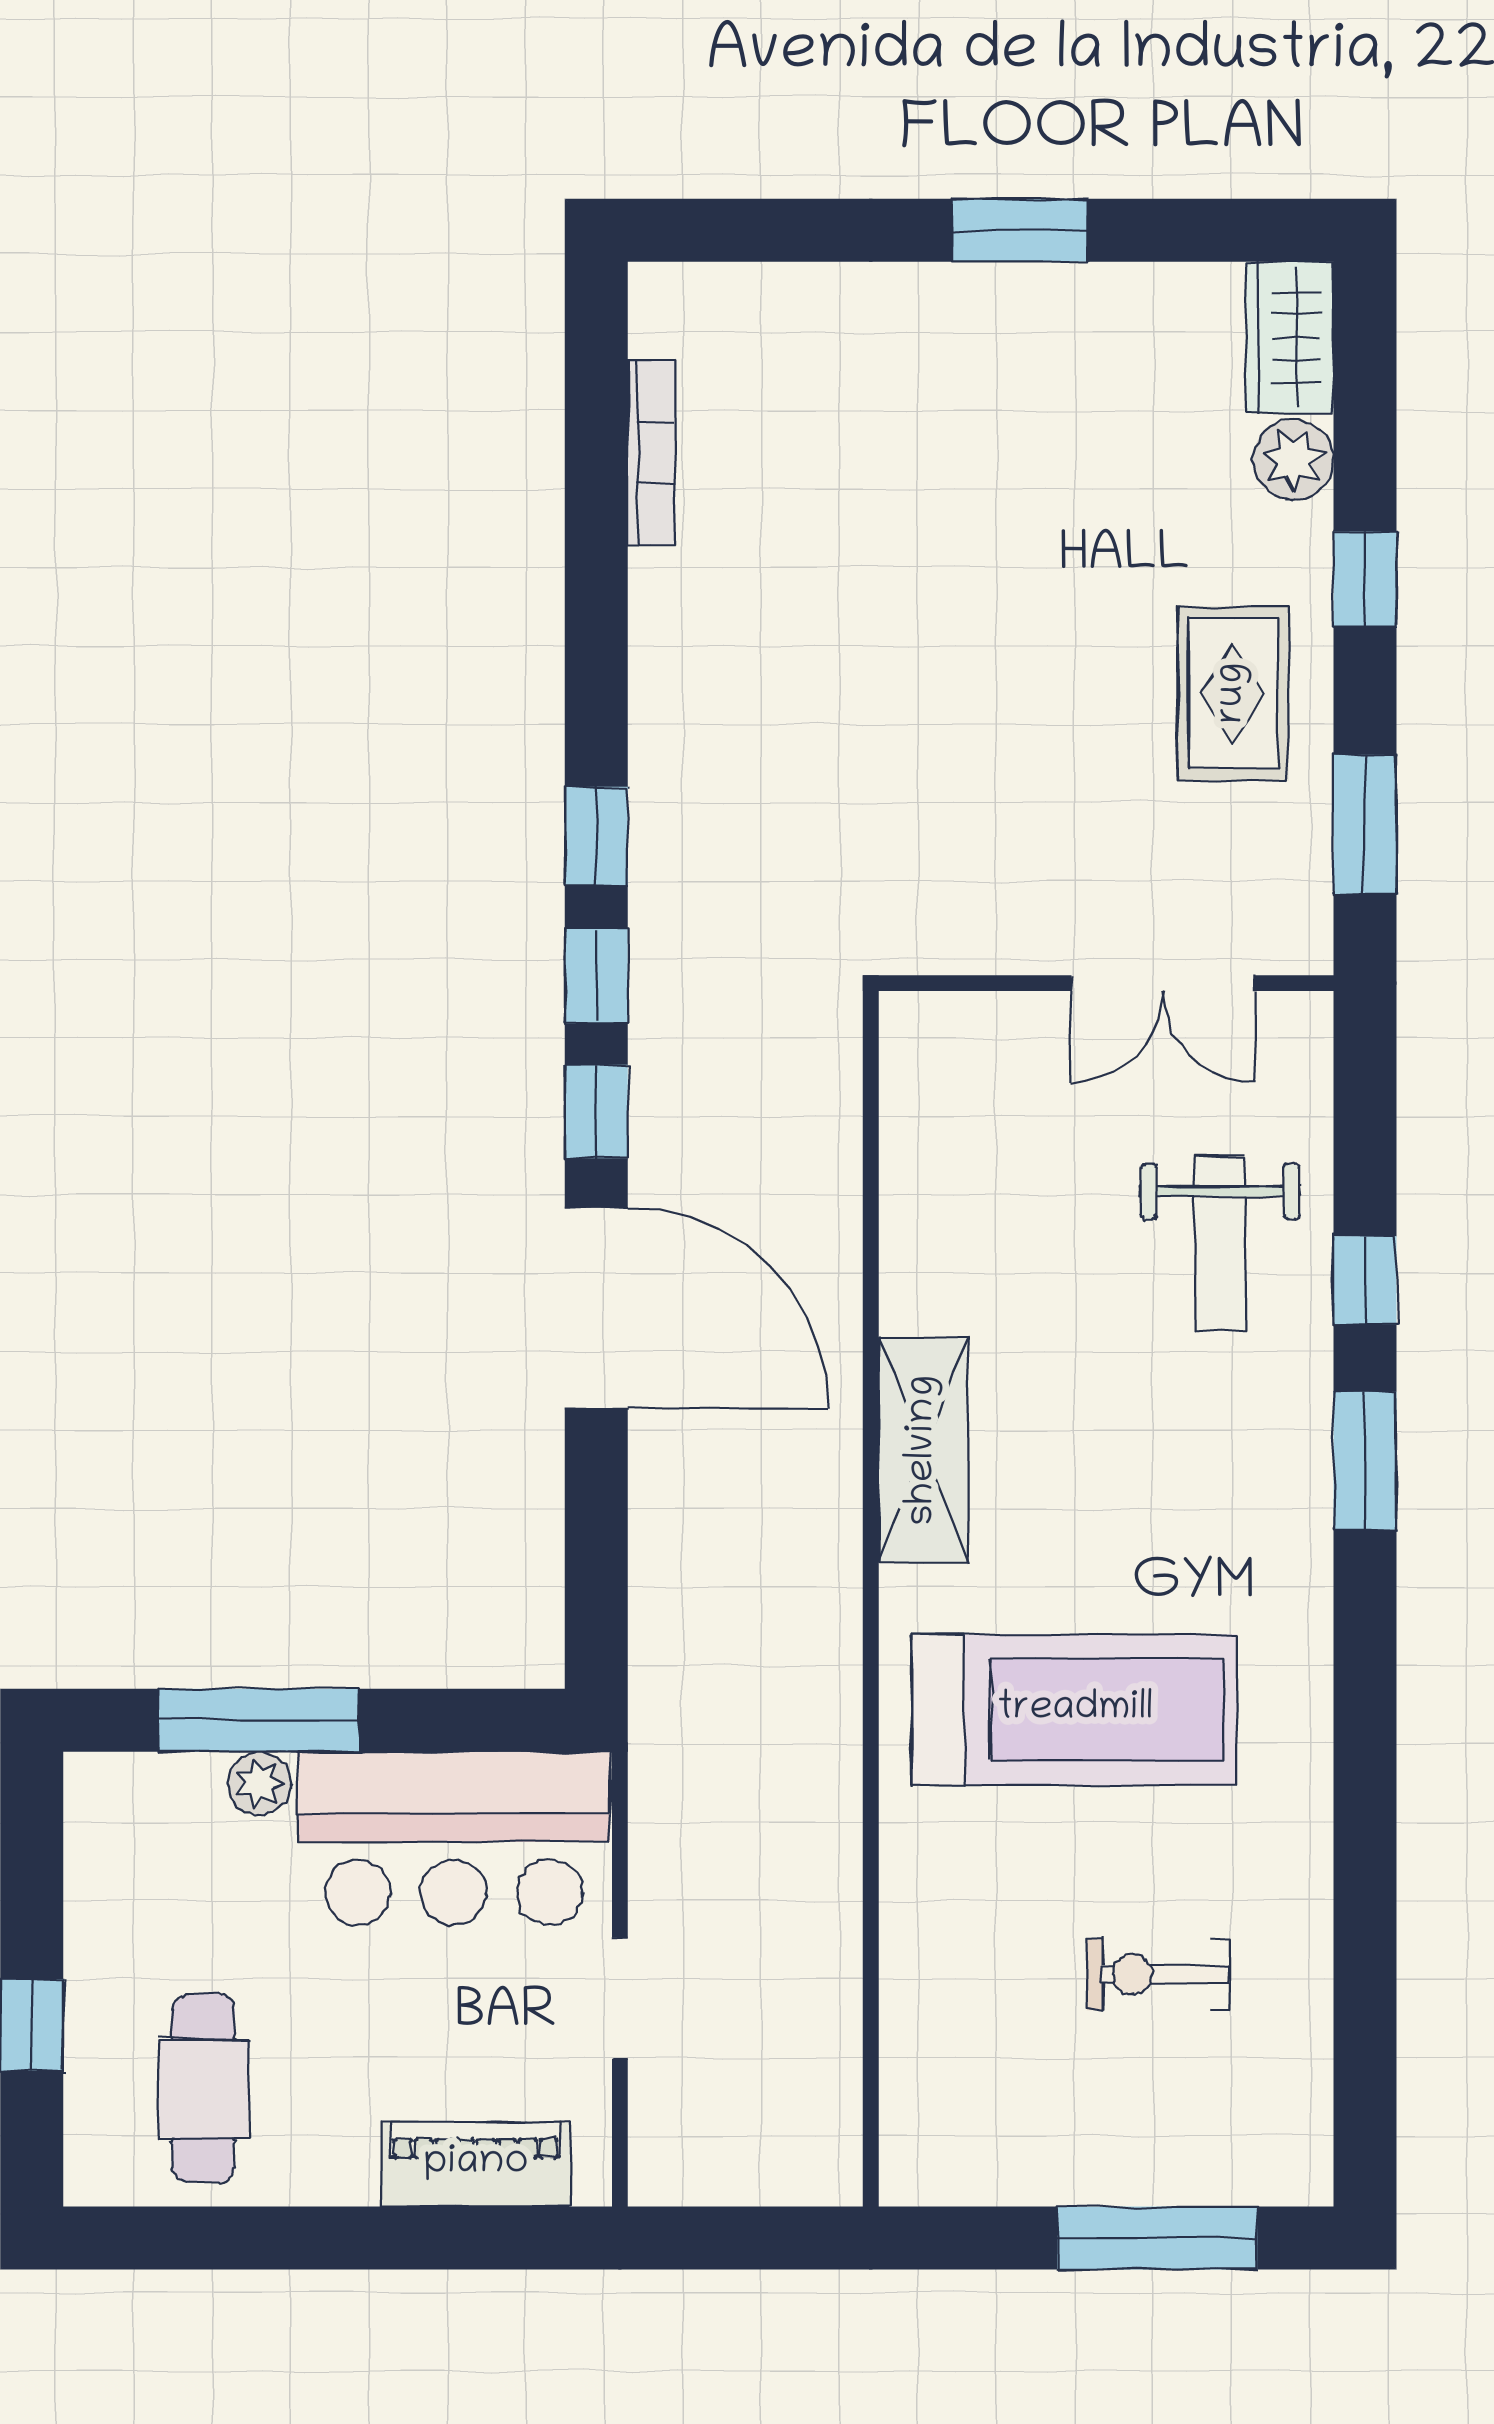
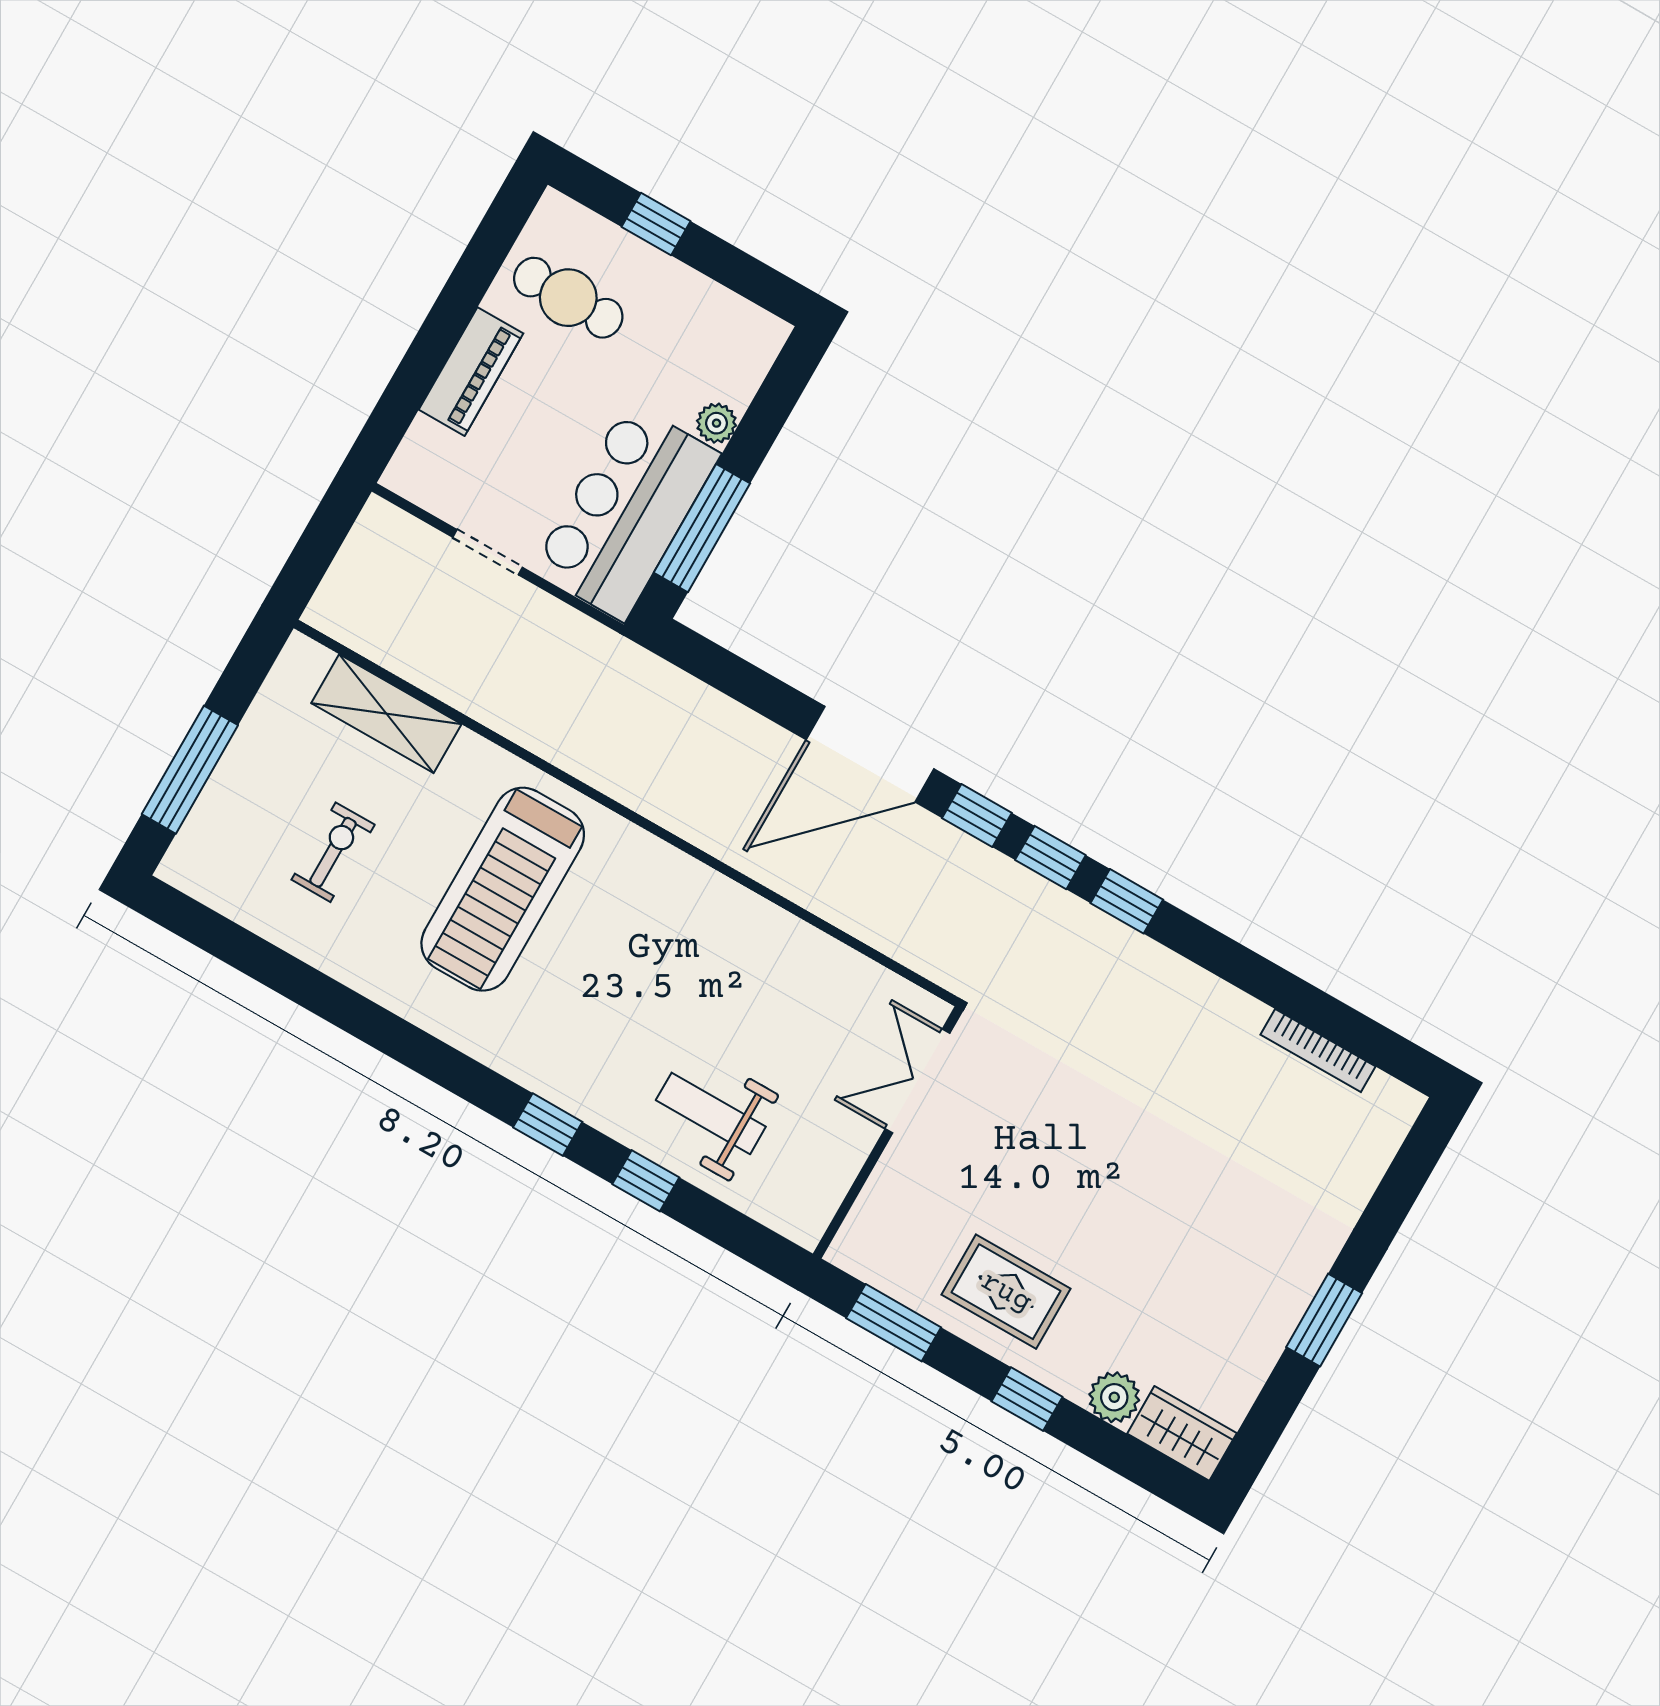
double door: (1163, 983) -> (918, 1081), moved
shelving: (924, 1450) -> (386, 714), moved
window: (1365, 1461) -> (548, 1125), width x0.67
window: (259, 1720) -> (702, 528), moved
piano: (476, 2164) -> (471, 372), moved

